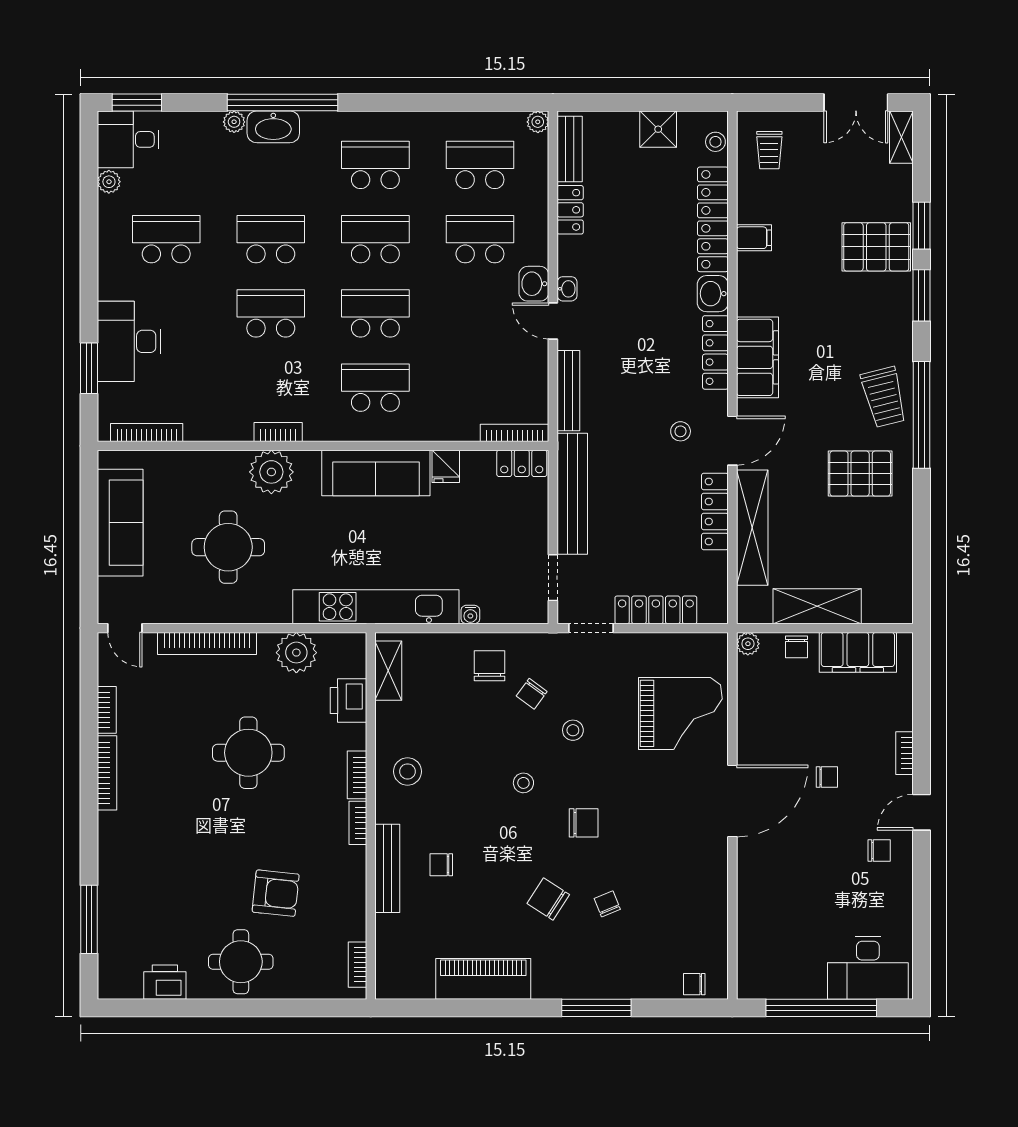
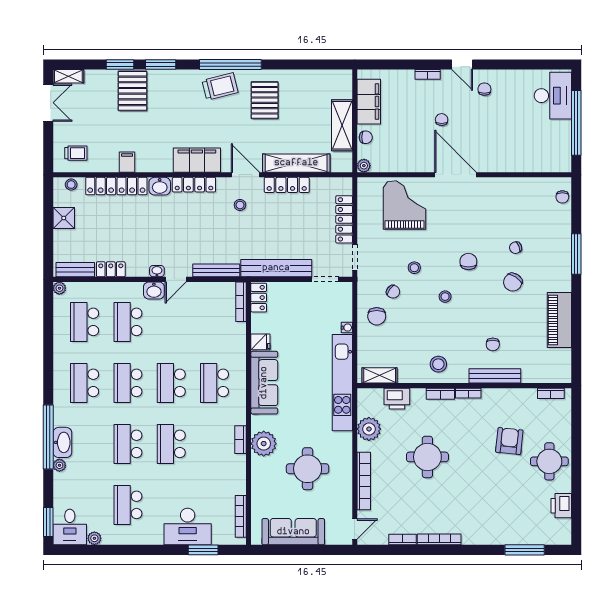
chair: (490, 666) -> (377, 316), turned -90

